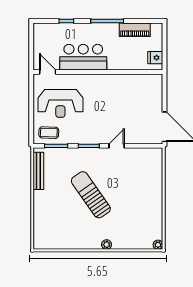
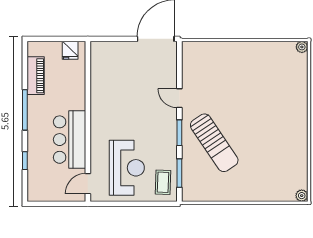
bench: (38, 171) -> (210, 195), removed
sun lounger: (91, 195) -> (214, 143), moved, turned -89
plant: (107, 245) -> (302, 196), moved

